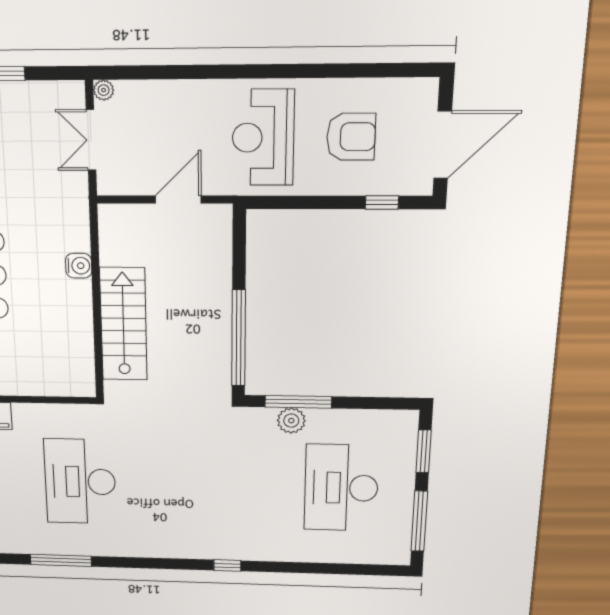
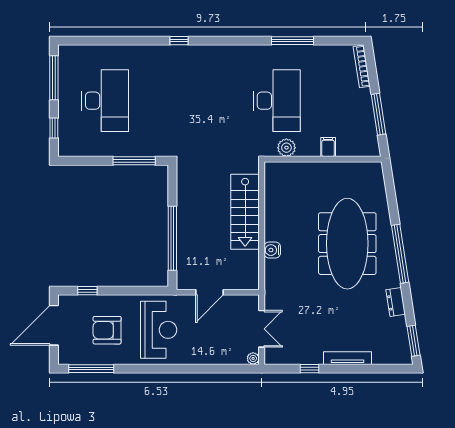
window: (381, 70) -> (91, 369), added
window: (239, 338) -> (172, 238), moved
plant: (291, 421) -> (286, 148), moved
window: (424, 451) -> (54, 128), width x0.67

